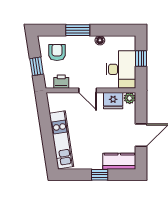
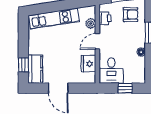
desk: (121, 69) -> (111, 71), width x0.73
plant: (130, 98) -> (91, 24), moved
window: (100, 175) -> (23, 65), moved

